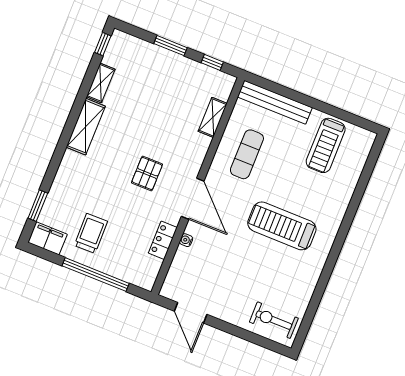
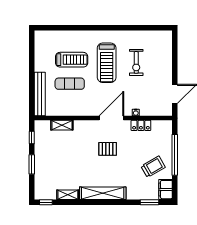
shelving: (86, 127) -> (103, 193), width x1.47
treadmill: (326, 145) -> (72, 60), moved
exercise mat: (247, 154) -> (70, 84), moved
trolley: (91, 233) -> (153, 167), turned 151
exercise bike: (274, 320) -> (136, 62), moved

